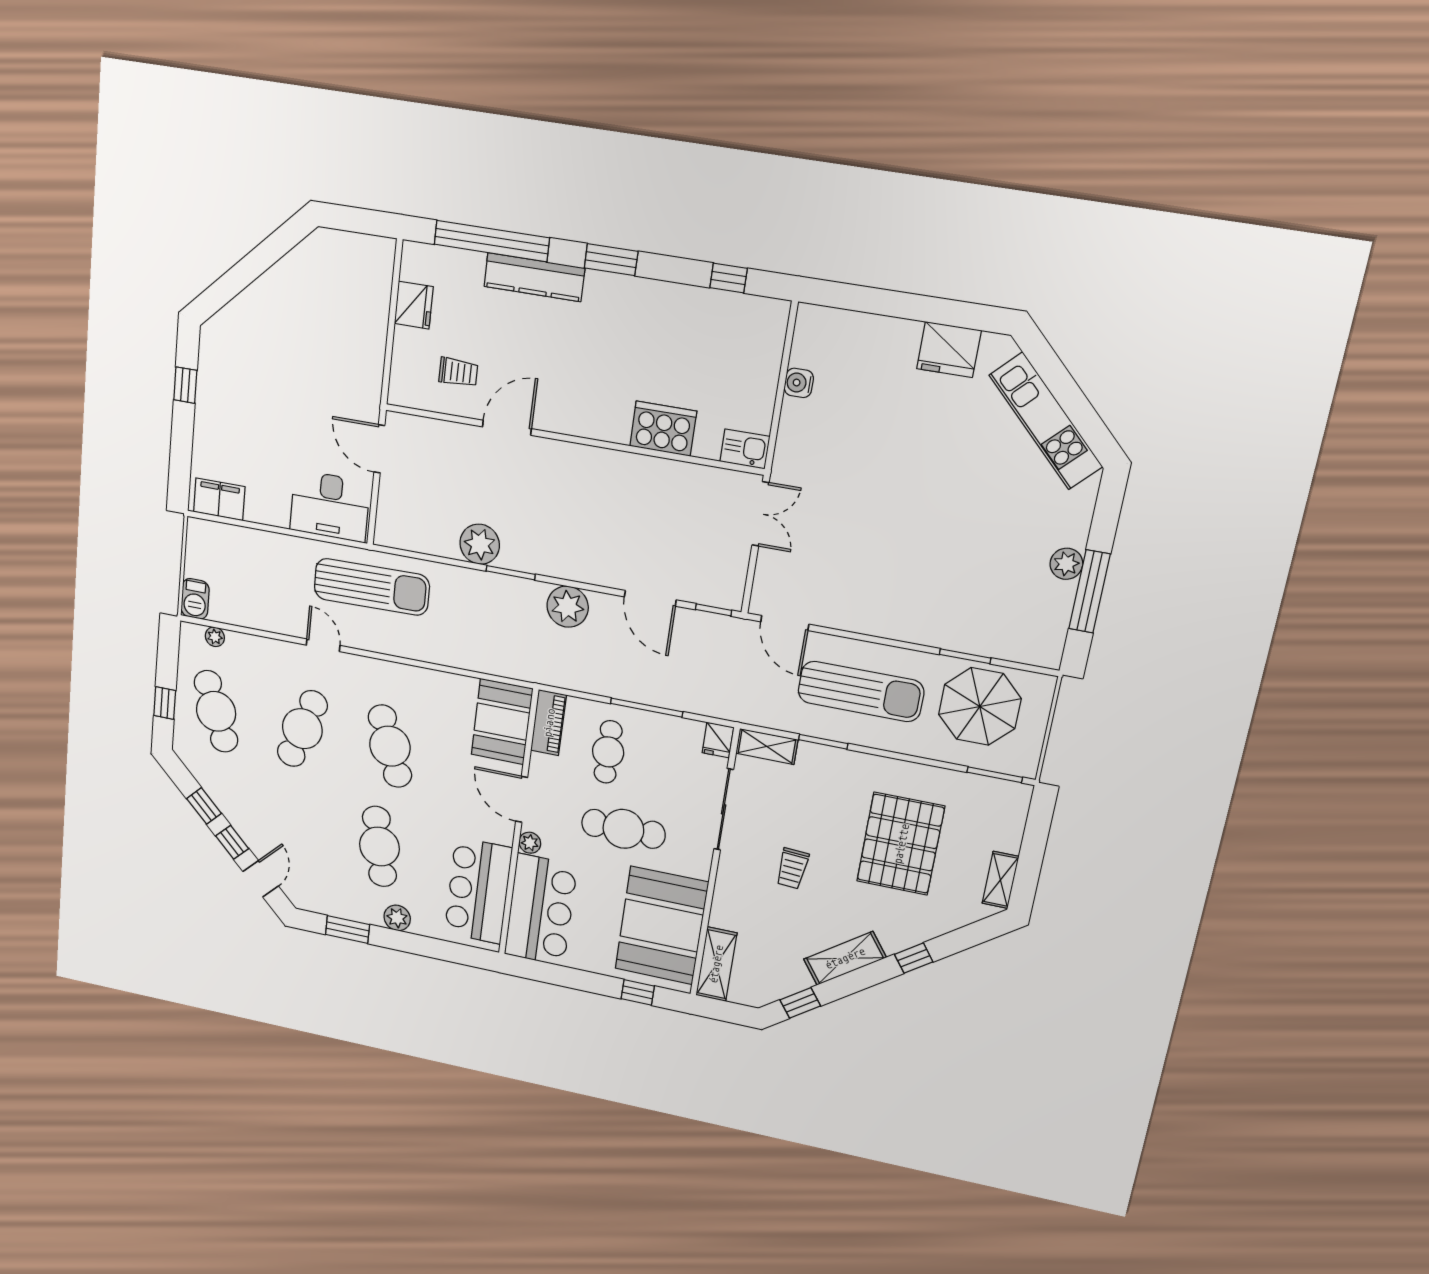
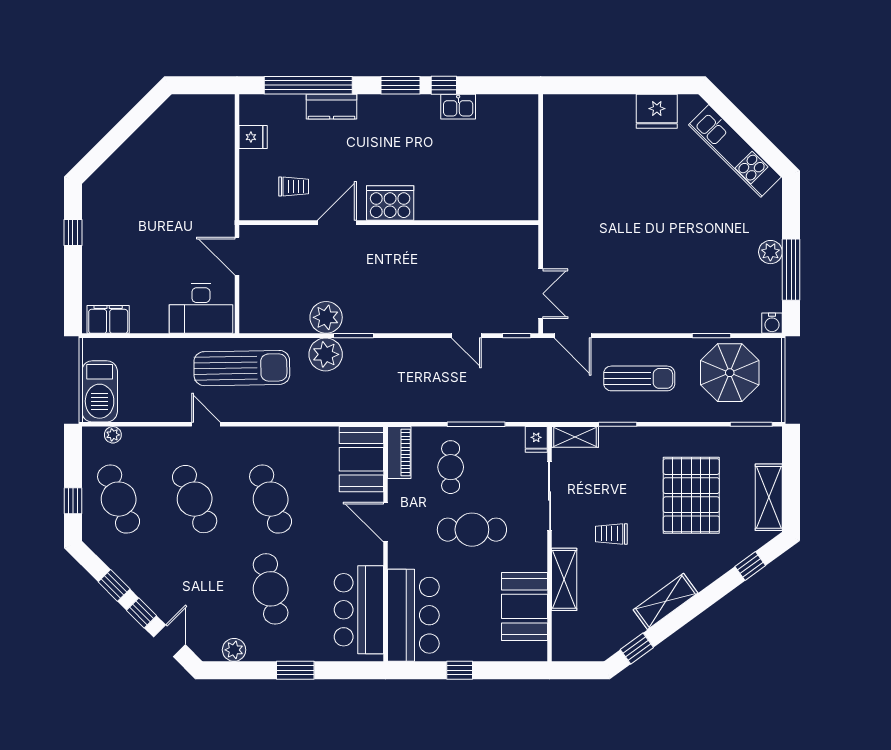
kitchen counter: (534, 277) -> (332, 107), width x0.67
window: (728, 278) -> (444, 85), moved
fridge: (414, 305) -> (253, 137), width x0.72
water cooler: (799, 383) -> (772, 323), moved, turned -90
cooker: (663, 429) -> (390, 203), moved
kitchen sink: (745, 449) -> (458, 107), moved, turned 180
double door: (760, 514) -> (541, 294), moved
door: (650, 598) -> (466, 336), width x0.73
barbecue: (195, 599) -> (100, 391), width x1.88, depth x1.53
plant: (568, 607) -> (326, 354), moved
sun lounger: (861, 692) -> (639, 378), width x0.73, depth x0.75
cafe table: (302, 729) -> (195, 499), turned -42
plant: (530, 843) -> (397, 558), removed
trolley: (792, 868) -> (611, 534), turned 86
shelving: (1000, 880) -> (769, 497), width x1.50, depth x1.33
plant: (397, 918) -> (234, 650), moved
booth: (662, 926) -> (524, 606), width x0.73, depth x0.70
window: (347, 929) -> (295, 670), moved
window: (914, 958) -> (750, 566), moved
shelving: (716, 964) -> (564, 579), moved
window: (638, 992) -> (460, 670), moved

